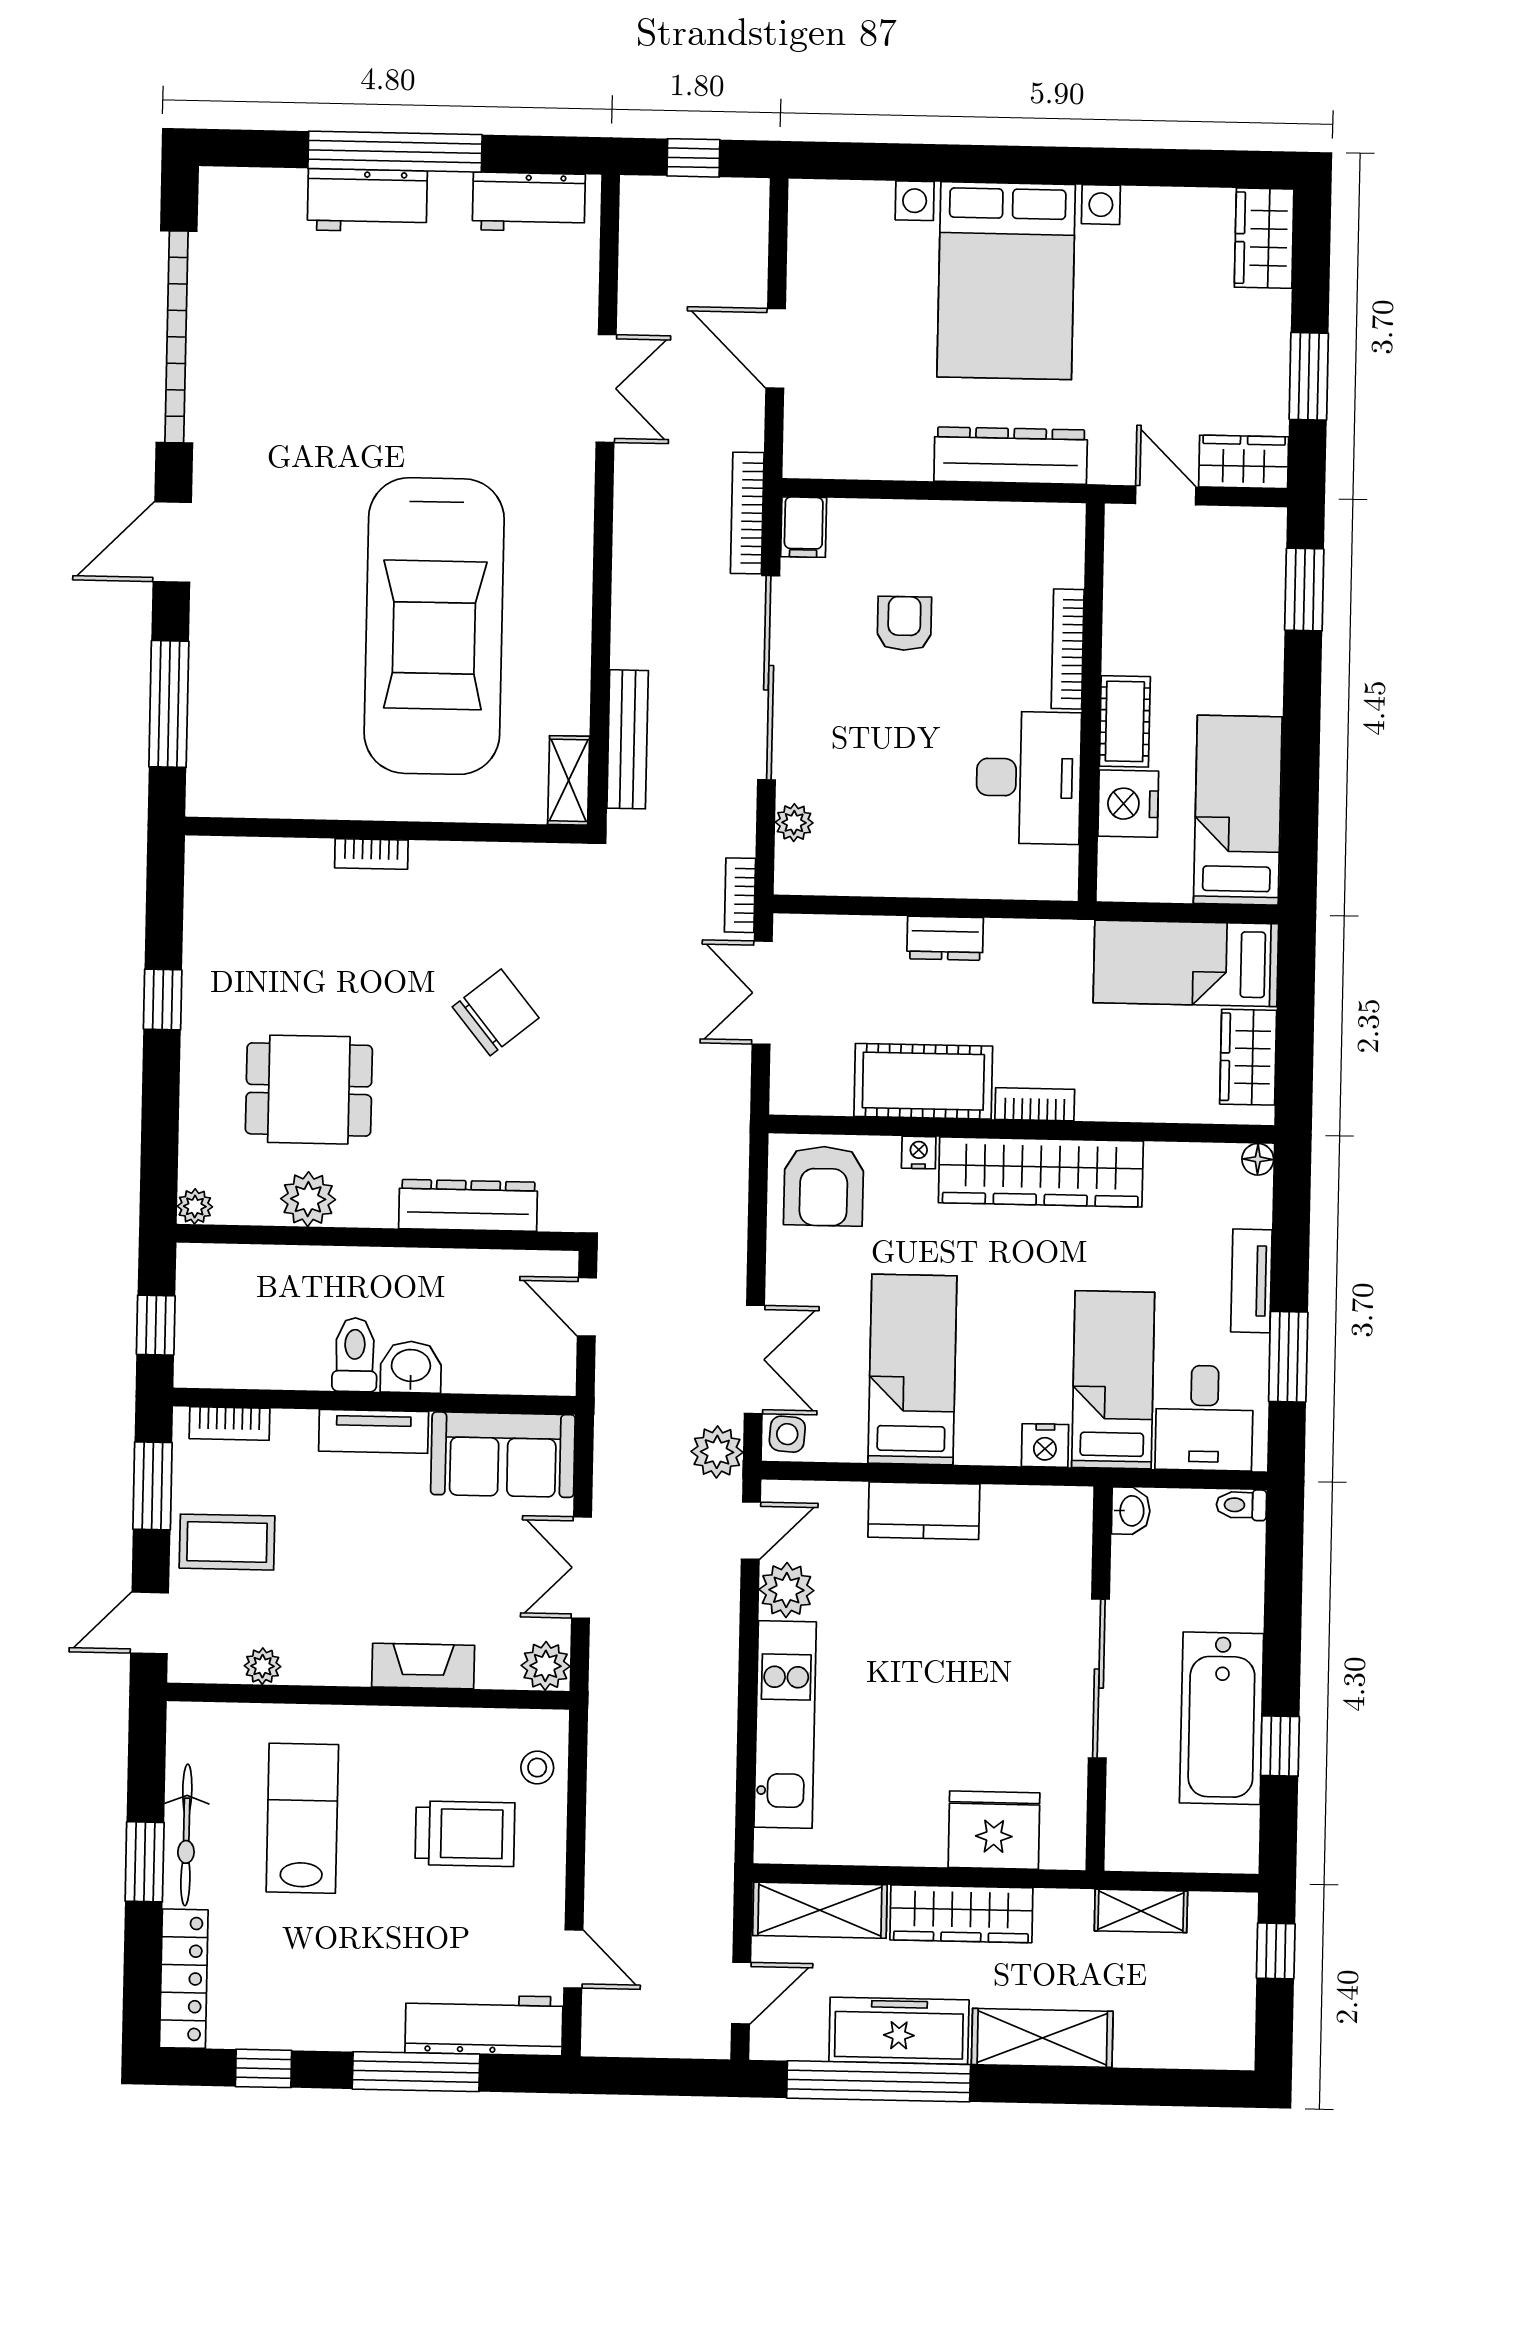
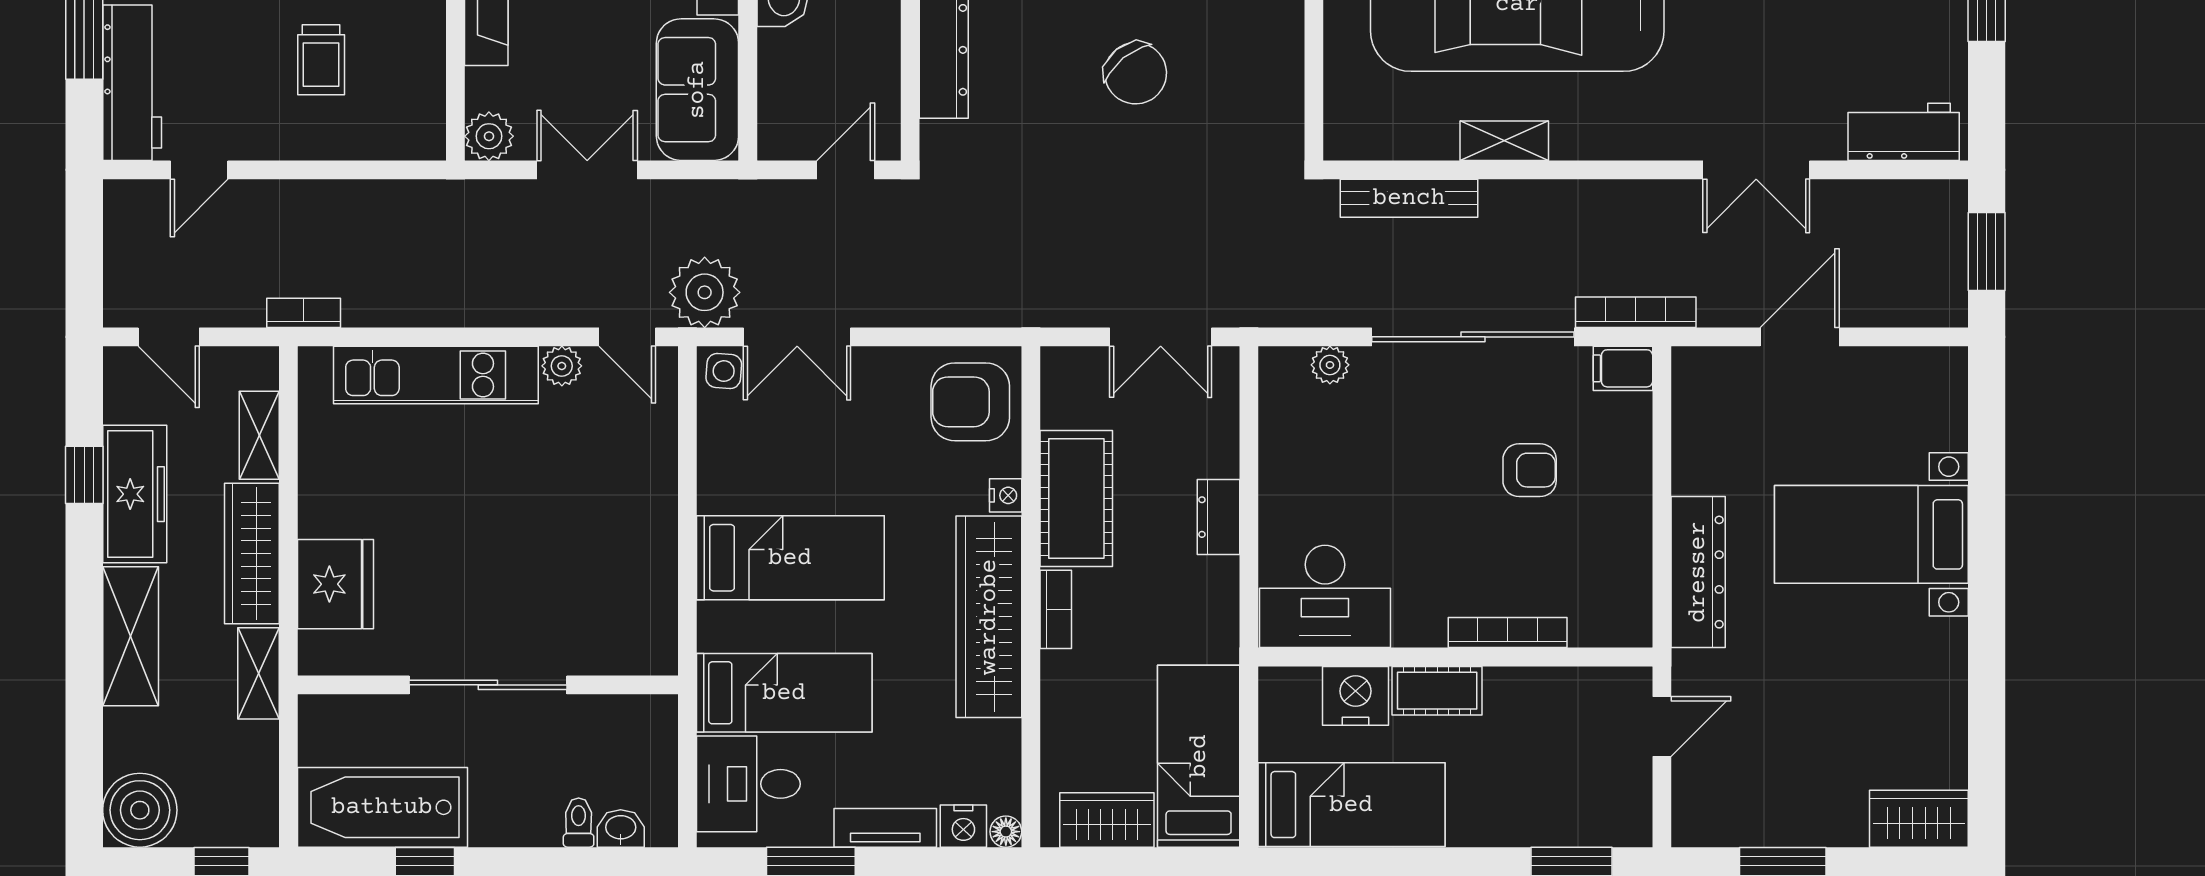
window: (693, 158) -> (1987, 251), width x1.50
workbench: (529, 202) -> (1904, 132), moved, turned 90
bed with nightstands: (1006, 281) -> (1871, 534), width x0.73
wardrobe: (1244, 462) -> (1697, 803), removed
desk: (1028, 778) -> (1325, 596), moved
shelving: (569, 780) -> (1504, 141), moved
bookcase: (740, 895) -> (304, 313), moved
double door: (762, 993) -> (1161, 337), swing flipped
bed: (912, 1369) -> (790, 558), moved
nightstand: (1045, 1445) -> (963, 826), moved, turned -90
plant: (717, 1452) -> (705, 292), width x1.36, depth x1.36
toilet: (1241, 1505) -> (579, 823), moved
kitchen counter: (924, 1511) -> (651, 508), removed
washbasin: (1131, 1511) -> (621, 828), moved, turned 180
plant: (786, 1590) -> (562, 366), width x0.73, depth x0.73
bathtub: (1222, 1718) -> (382, 807), moved
stool: (537, 1768) -> (388, 130), removed
trolley: (465, 1834) -> (321, 60), width x0.73, depth x0.72
shelving: (820, 1910) -> (259, 435), width x0.67, depth x0.75
shelving: (1141, 1911) -> (258, 673), moved
boiler: (1218, 2032) -> (140, 810), added
window: (879, 2081) -> (84, 475), width x0.32

